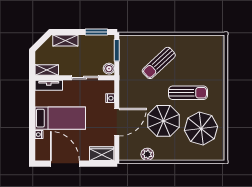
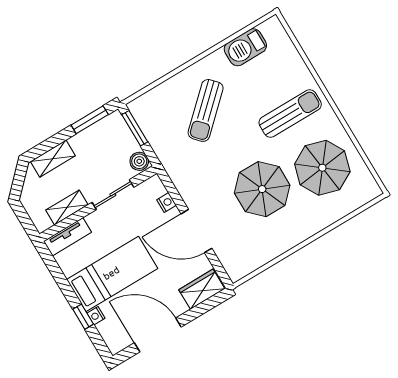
barbecue: (199, 43) -> (245, 47), added
shelving: (47, 70) -> (67, 207), moved
sun lounger: (188, 93) -> (290, 114), moved
door: (117, 122) -> (197, 231), swing flipped
window: (32, 131) -> (83, 317), added
plant: (147, 154) -> (268, 251), removed

